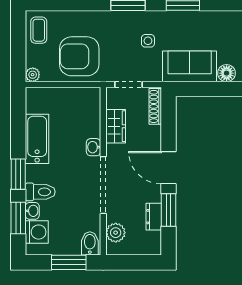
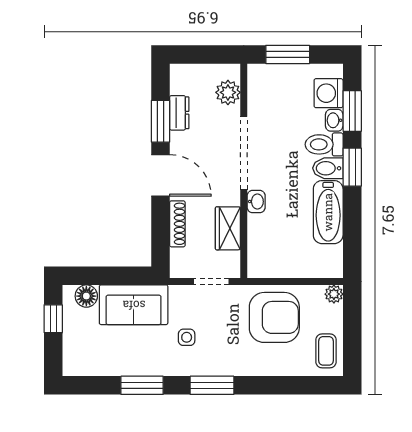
shoe rack: (155, 106) -> (177, 224), moved
bidet: (90, 243) -> (328, 168), moved, turned 90

